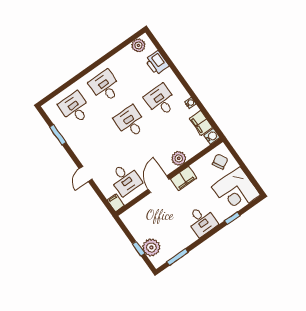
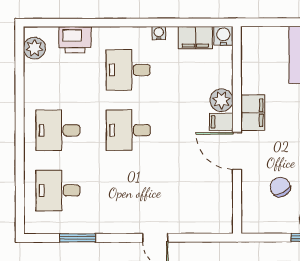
chair: (220, 162) -> (280, 187), moved
desk: (125, 179) -> (199, 190), removed
filing cabinet: (116, 203) -> (221, 122), moved

